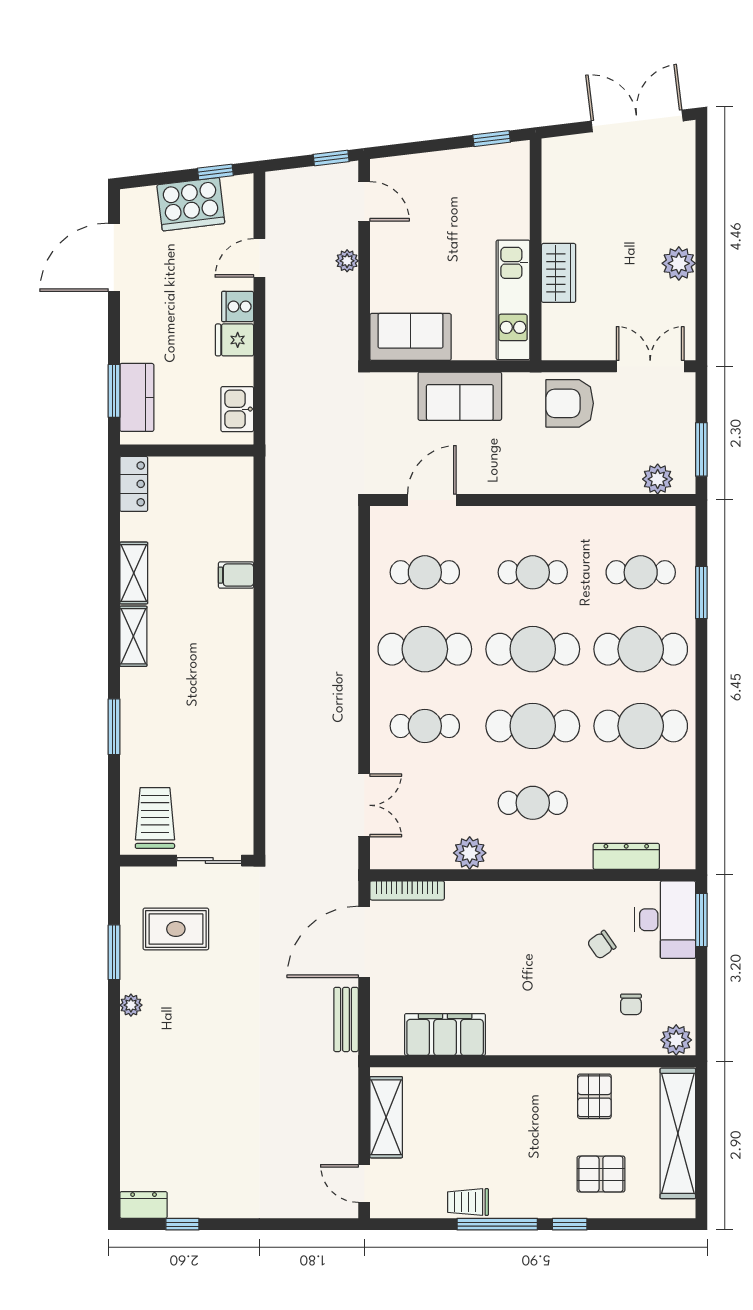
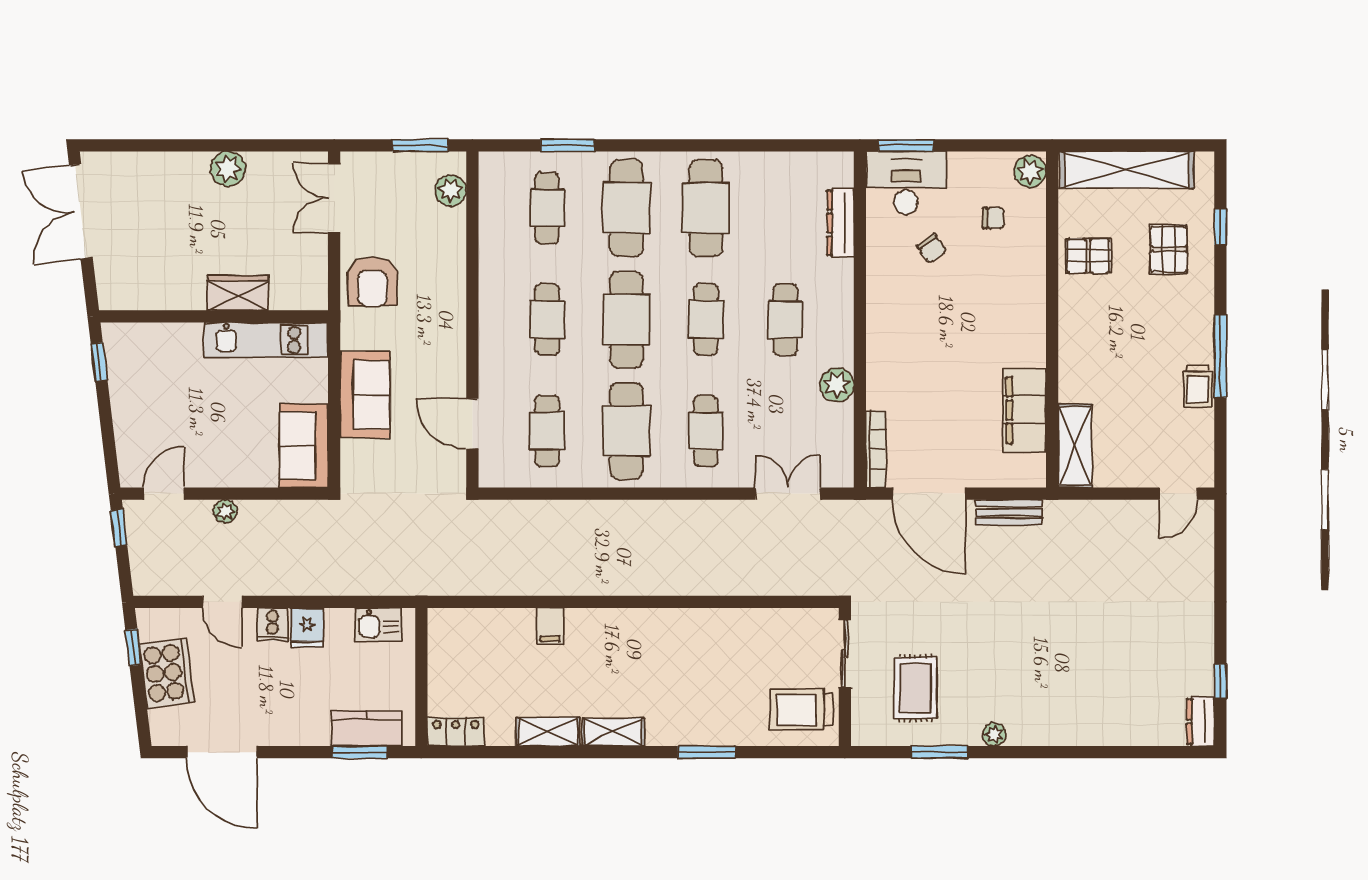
cafe table: (533, 726) -> (706, 319), width x0.73, depth x0.74
shelving: (386, 1117) -> (1075, 446), moved, turned 90
window: (570, 1224) -> (1220, 227), moved

